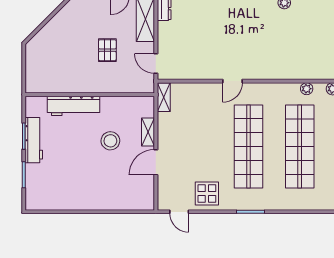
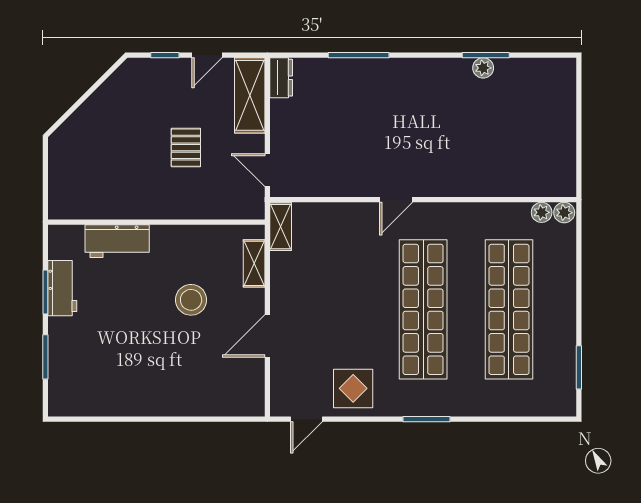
plant: (307, 89) -> (542, 212), moved
workbench: (74, 106) -> (117, 241), width x0.73
shelving: (148, 132) -> (254, 263), moved
workbench: (34, 140) -> (62, 288), width x0.73
door: (179, 212) -> (307, 419), hinge flipped

